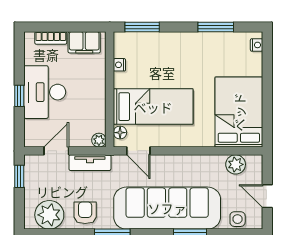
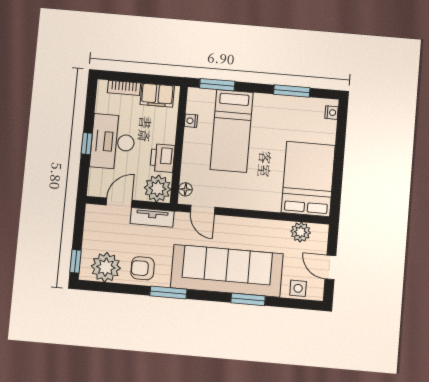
printer: (95, 104) -> (163, 158), added
bed: (153, 107) -> (232, 131), moved, turned 90
plant: (99, 140) -> (158, 188), width x1.88, depth x1.88
window: (19, 176) -> (76, 261), moved
armchair: (85, 213) -> (143, 268), turned -90

